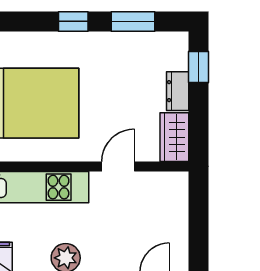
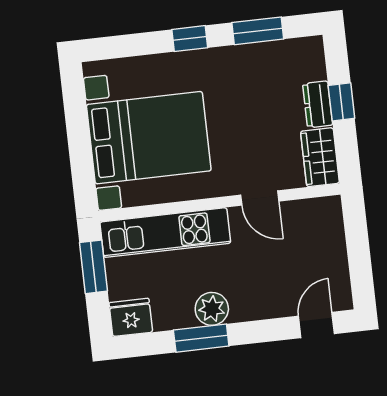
window: (198, 67) -> (341, 102), moved
door: (118, 166) -> (260, 198), swing flipped

